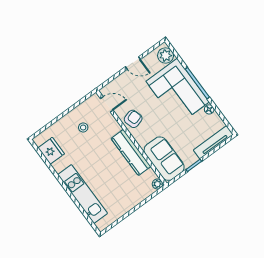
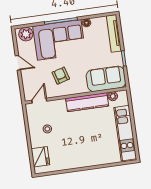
door: (133, 63) -> (18, 63), hinge flipped
armchair: (133, 119) -> (61, 76), moved
fridge: (51, 151) -> (40, 157), moved, turned 90
plant: (157, 184) -> (113, 96), moved
kitchen unit: (83, 194) -> (125, 133), moved, turned -90

